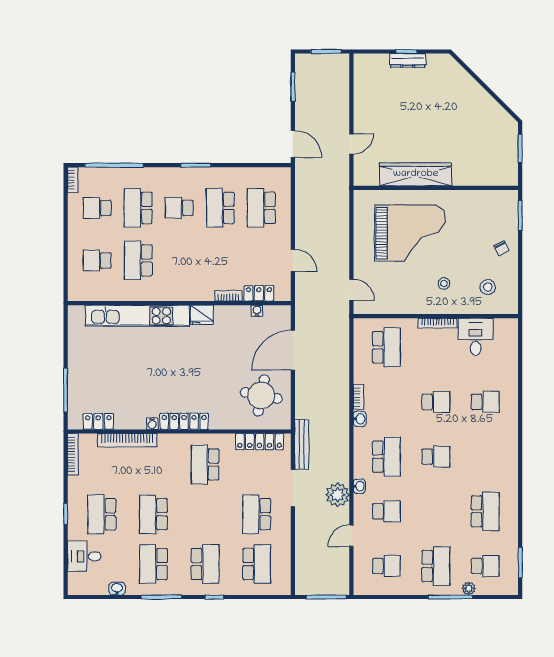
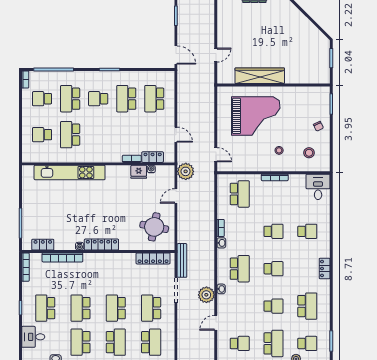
plant: (307, 314) -> (186, 171), added
fridge: (202, 315) -> (139, 172), moved
desk: (476, 337) -> (318, 187), moved
door: (293, 350) -> (176, 196), width x0.53
locker: (511, 456) -> (325, 268), added
school desk: (205, 464) -> (116, 308), moved
school desk: (386, 511) -> (273, 306), moved

